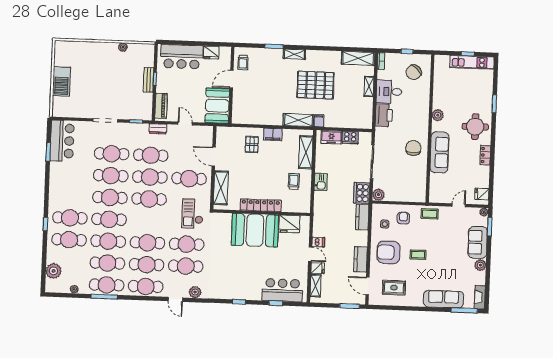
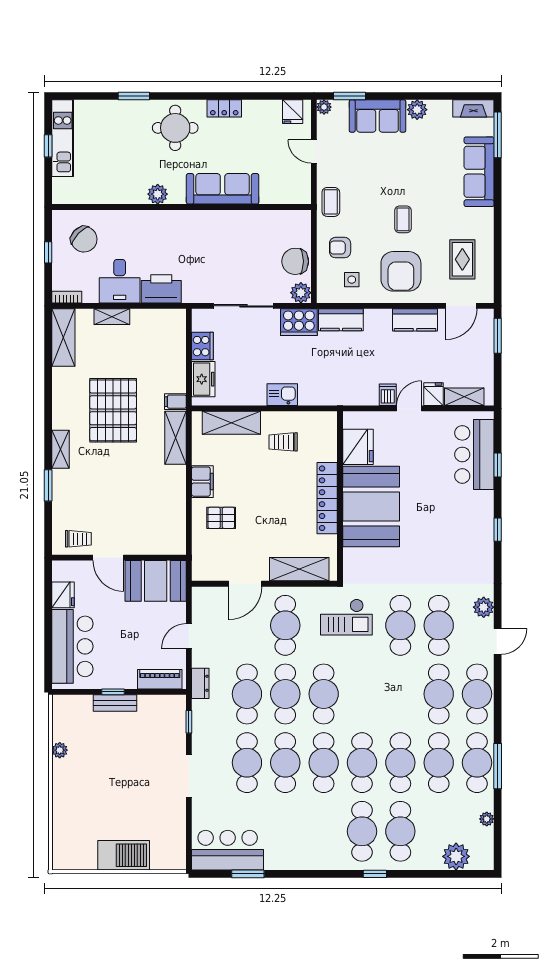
chair: (413, 148) -> (295, 261), moved
cafe table: (147, 243) -> (400, 694), removed

